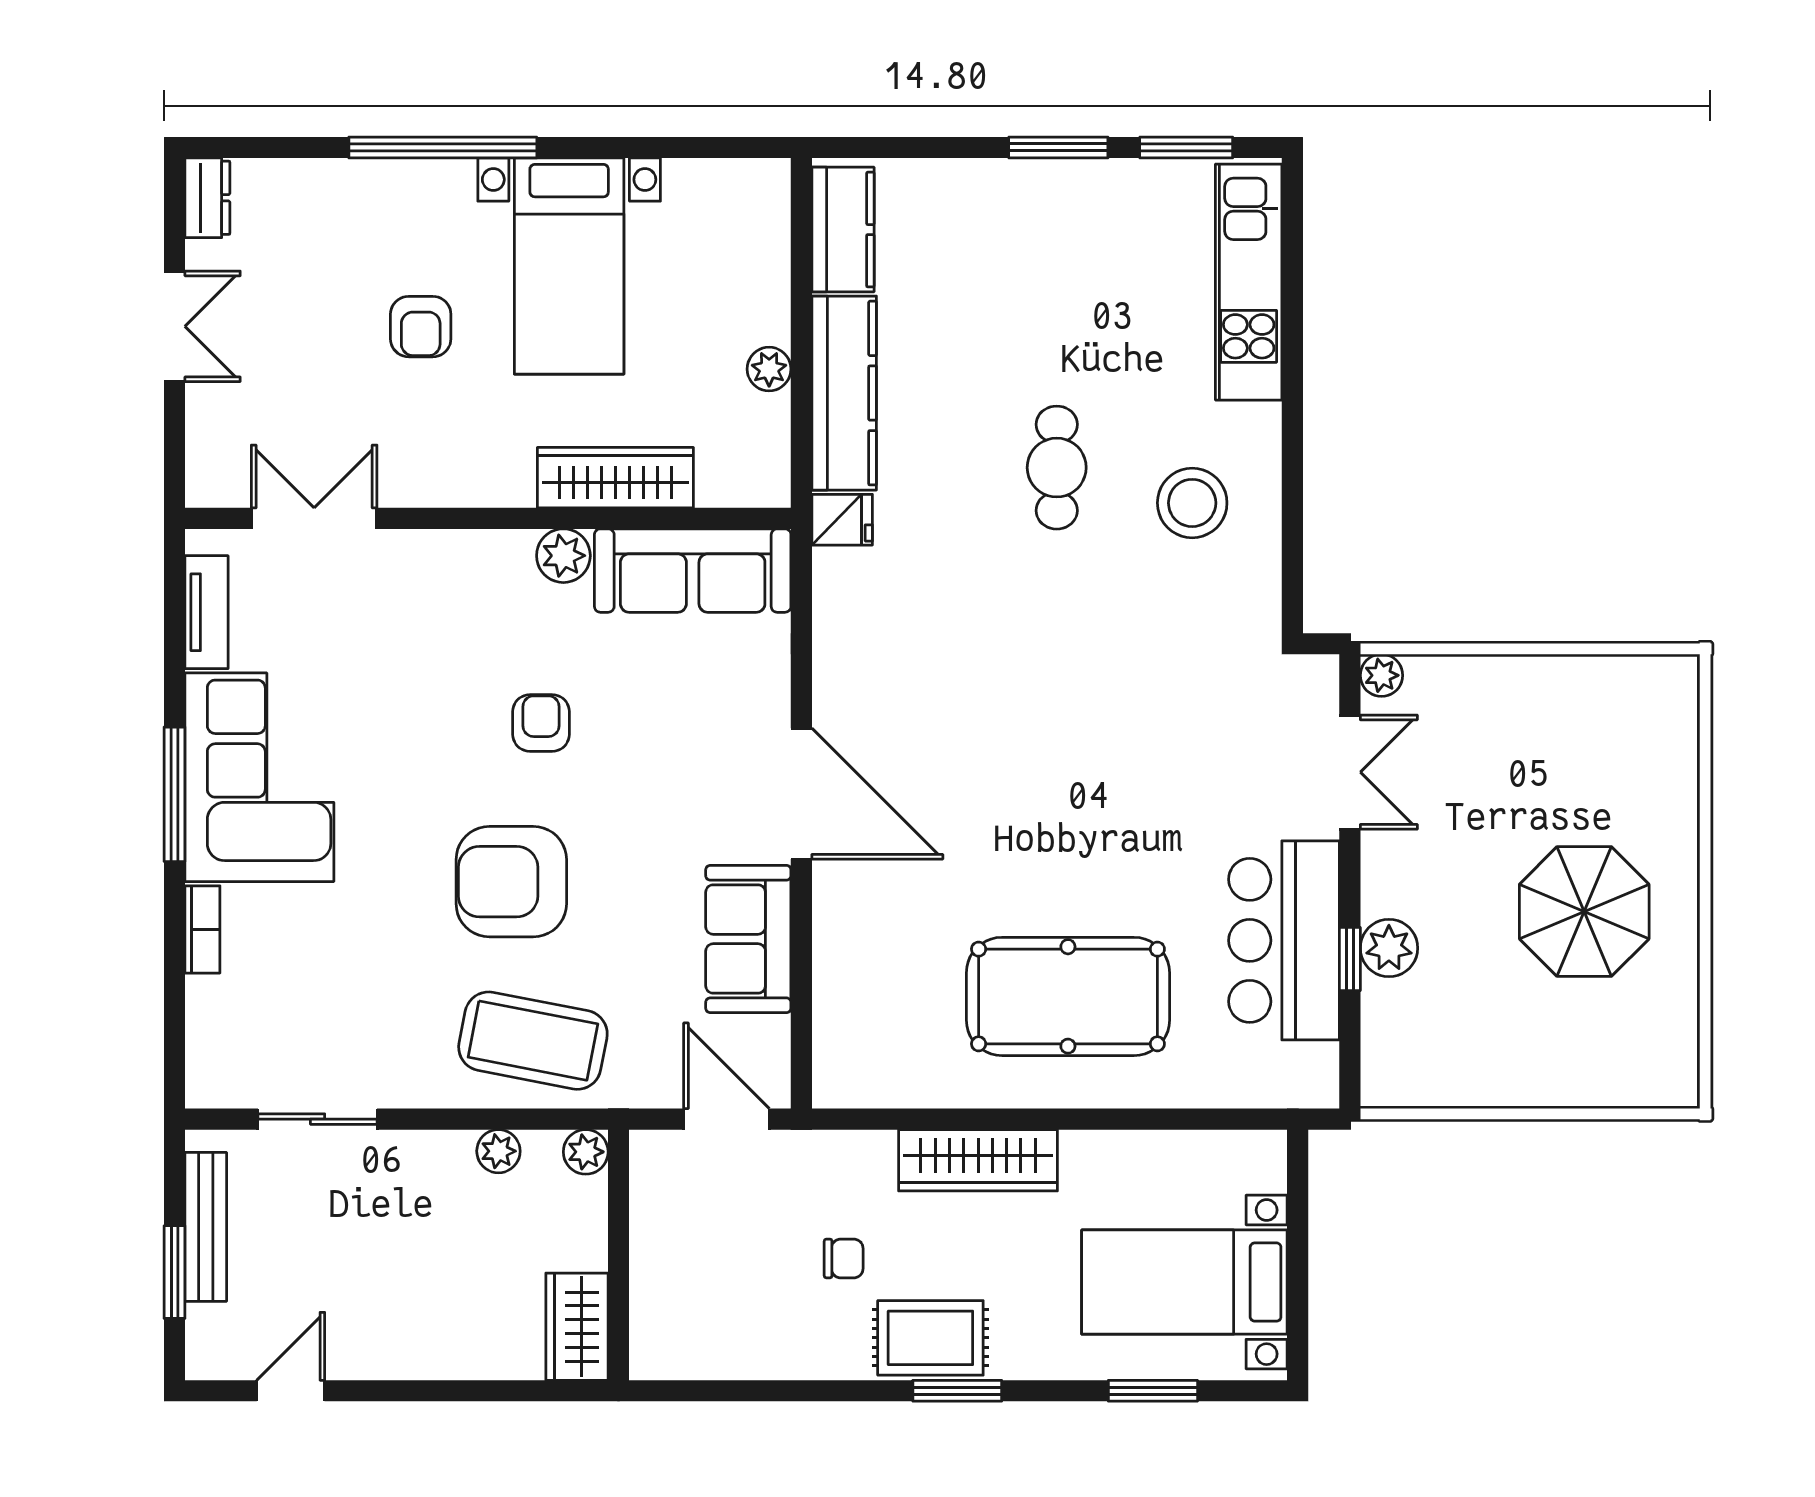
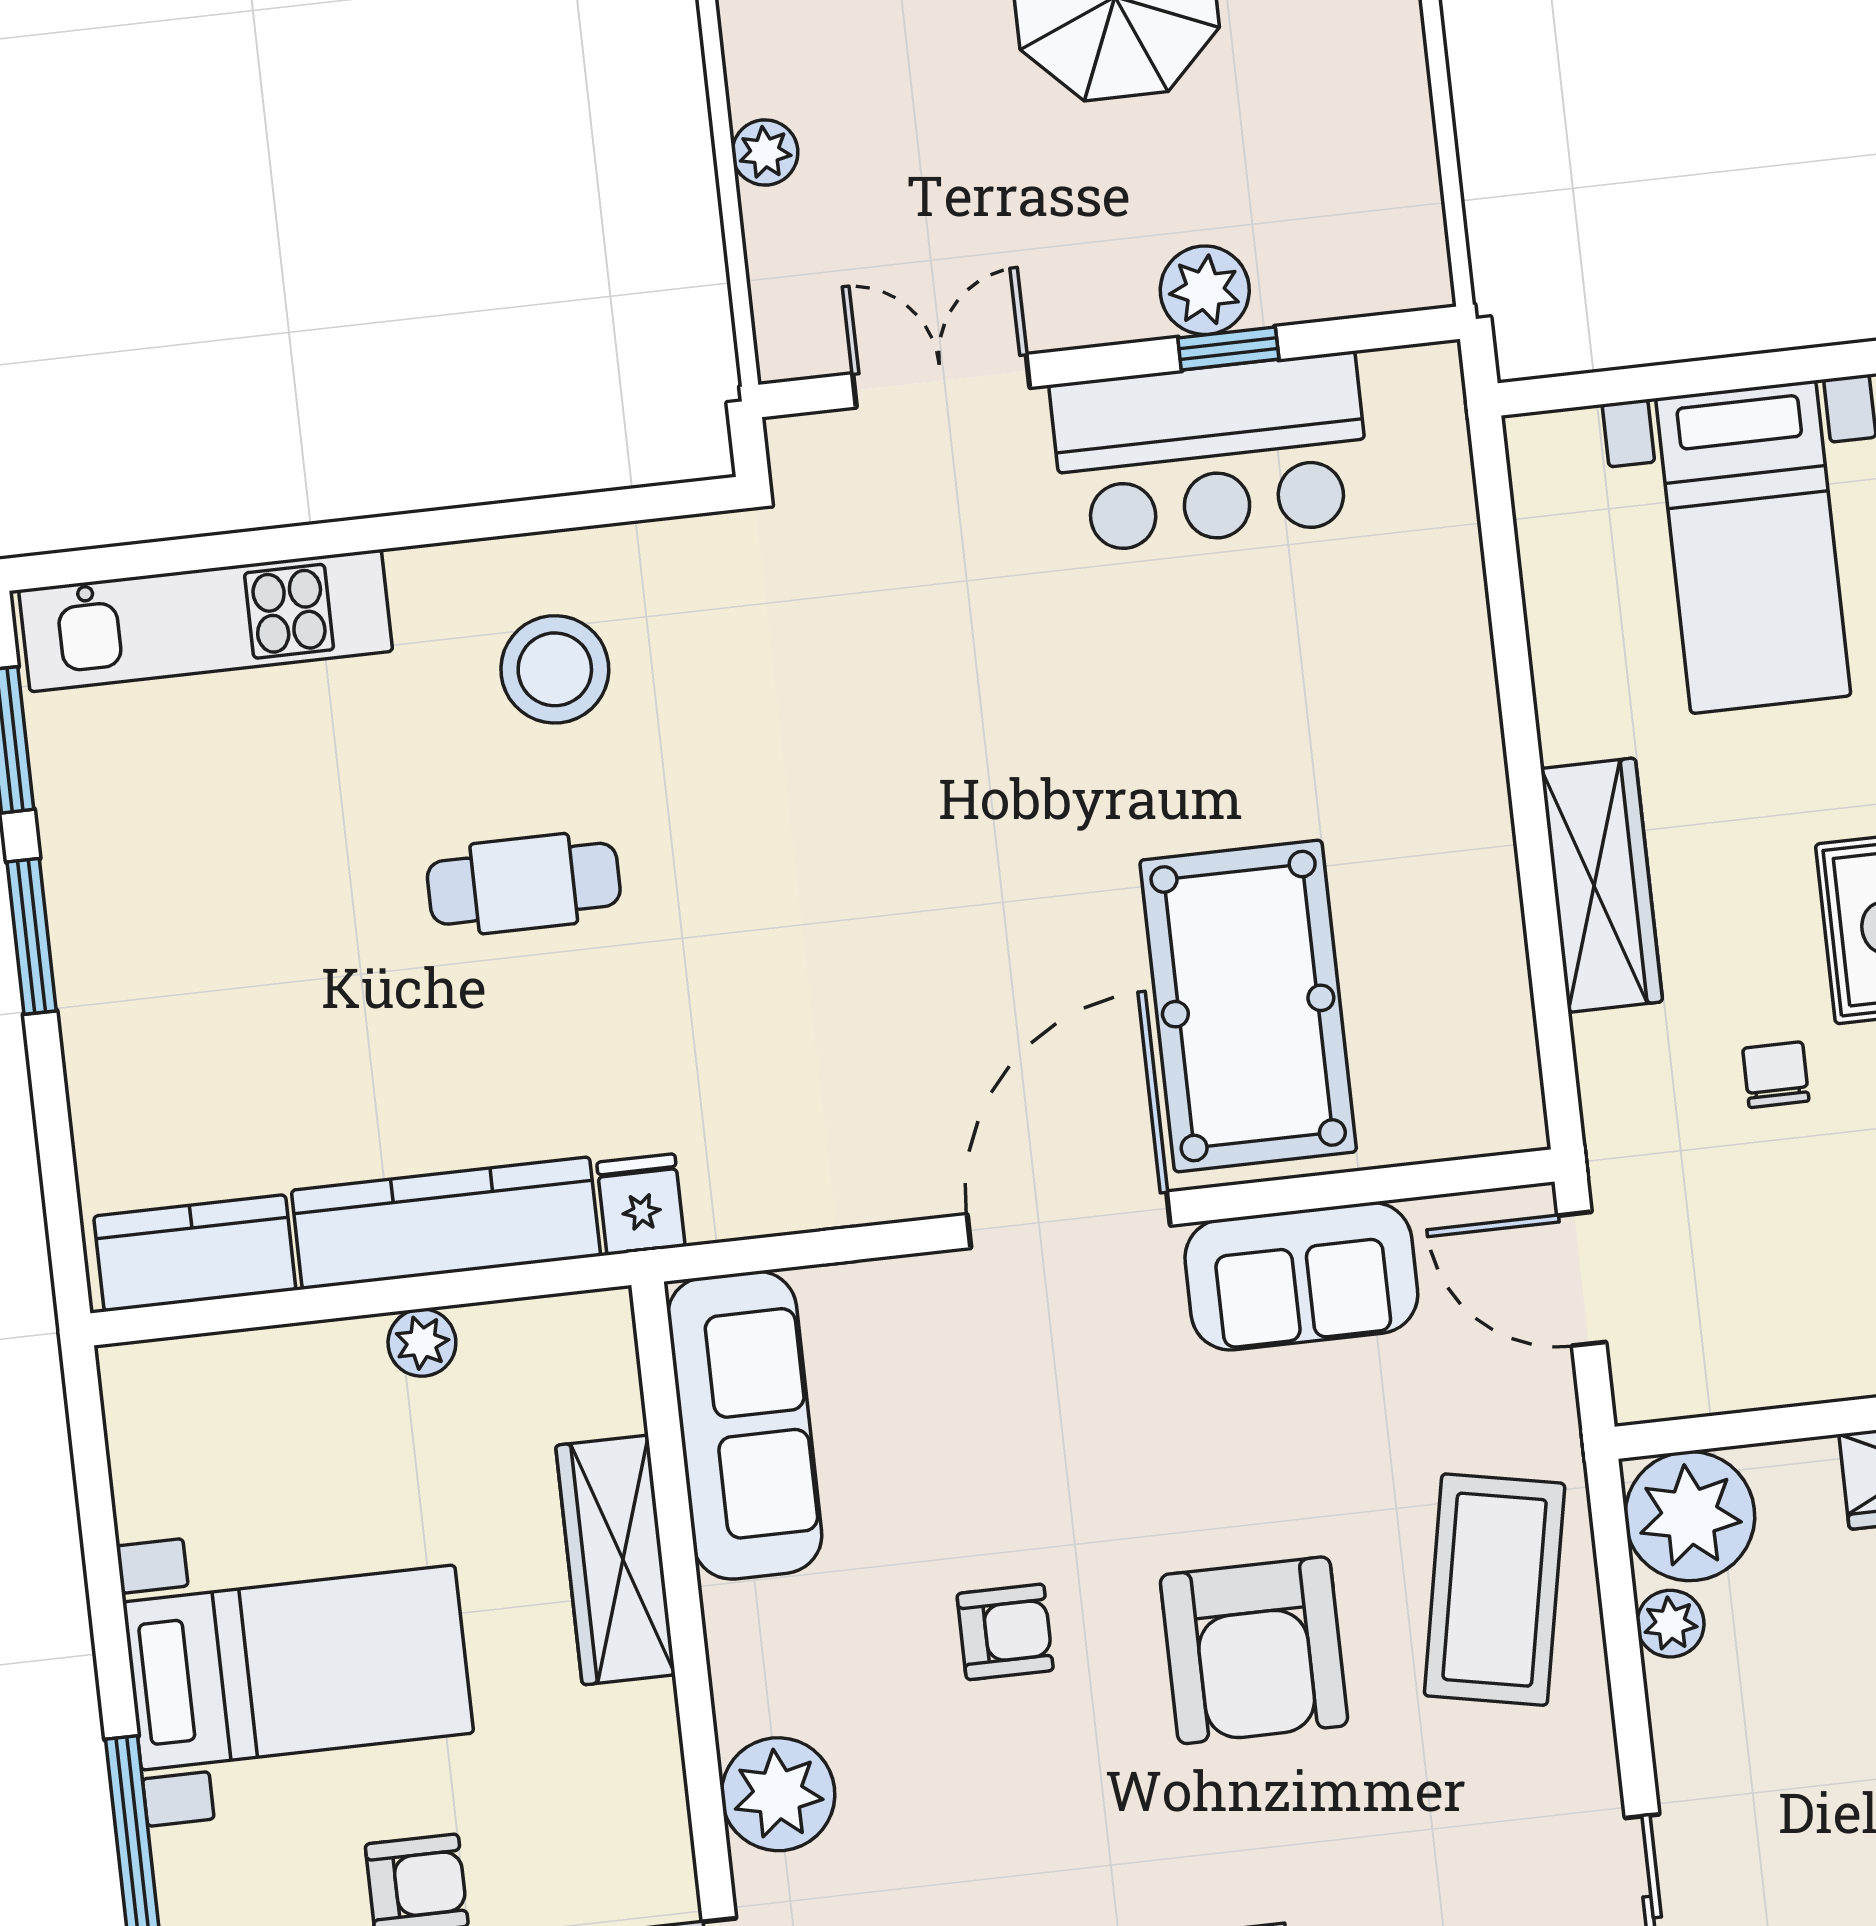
plant: (563, 556) -> (778, 1794), moved, width x1.36, depth x1.36
plant: (1381, 675) -> (765, 152), moved
armchair: (541, 723) -> (1005, 1632), turned 180
pool table: (1068, 996) -> (1248, 1006), moved
door: (726, 1119) -> (1582, 1279), hinge flipped
plant: (586, 1152) -> (1690, 1516), width x1.88, depth x1.88

